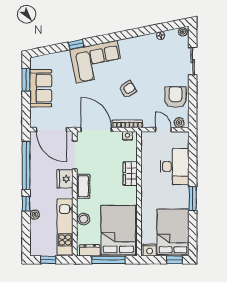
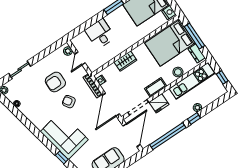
armchair: (175, 97) -> (55, 82), moved
desk: (175, 167) -> (100, 34), width x0.73

